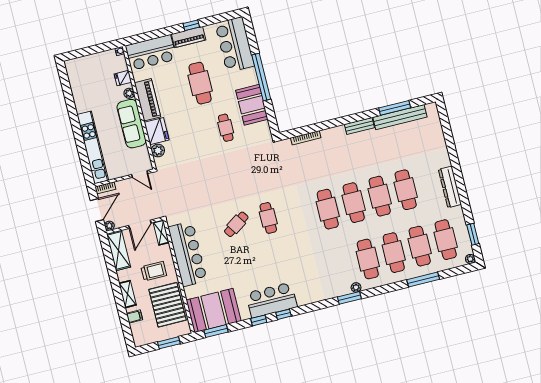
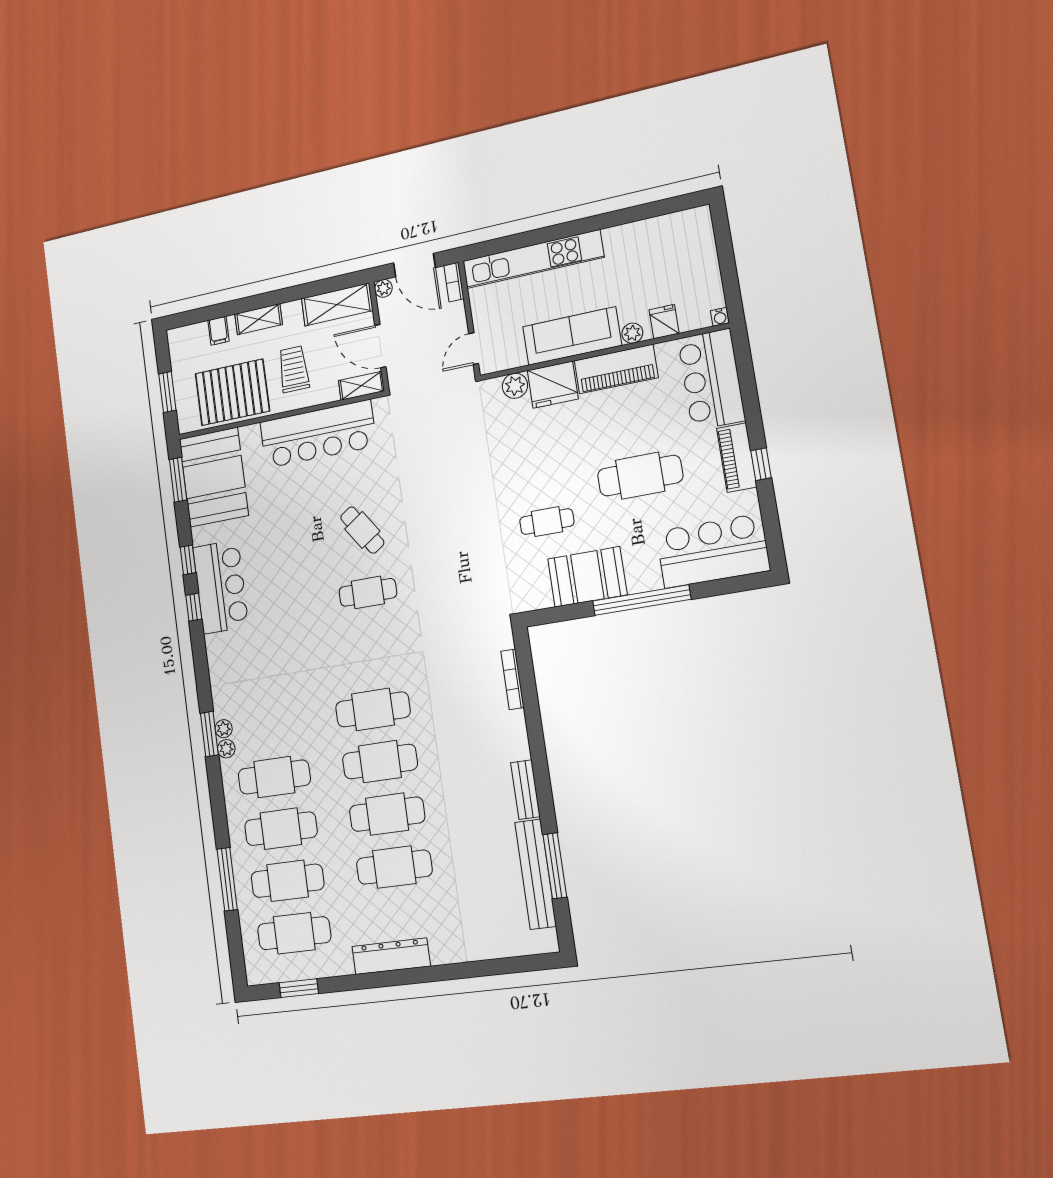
plant: (470, 259) -> (224, 729), moved
trolley: (154, 271) -> (294, 369), turned 180

